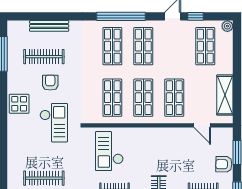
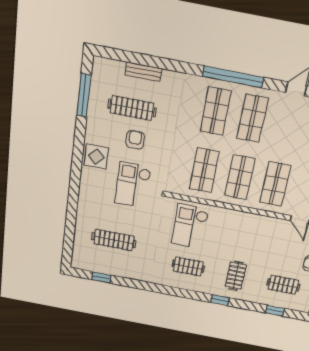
bench: (49, 26) -> (143, 72), width x0.73
checkout: (54, 123) -> (133, 185), turned 180

